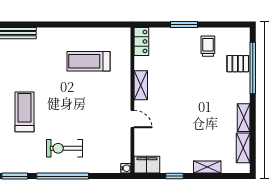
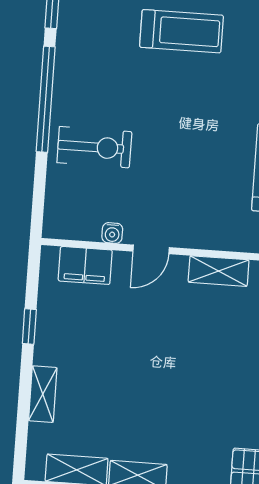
exercise bike: (65, 148) -> (94, 147), moved, turned 90
filing cabinet: (147, 165) -> (85, 265), moved, turned 90
water cooler: (126, 168) -> (112, 233), moved

